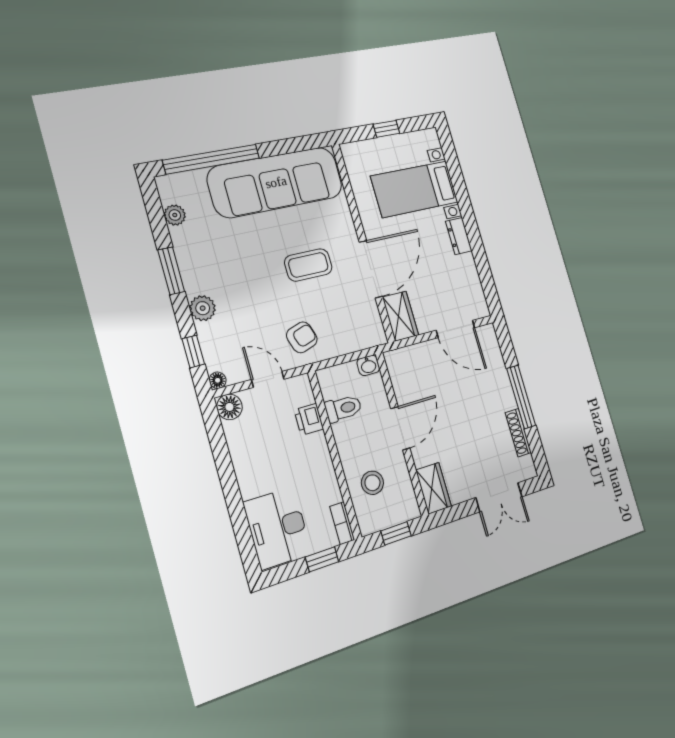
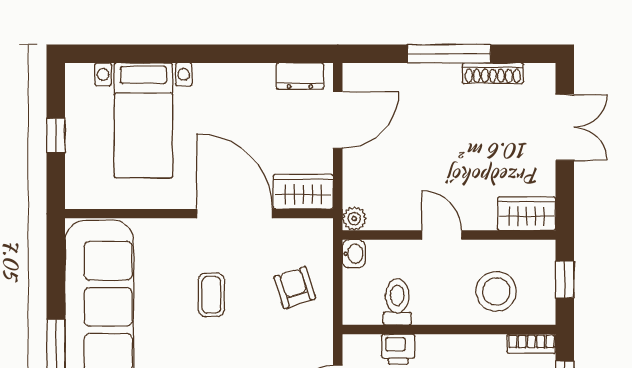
dresser: (459, 236) -> (300, 76), moved
coffee table: (308, 265) -> (211, 295), width x0.73, depth x0.77
armchair: (302, 337) -> (295, 288), moved
plant: (393, 359) -> (354, 219), added
door: (400, 428) -> (442, 235), width x0.73
stool: (372, 483) -> (496, 291), width x1.38, depth x1.38

